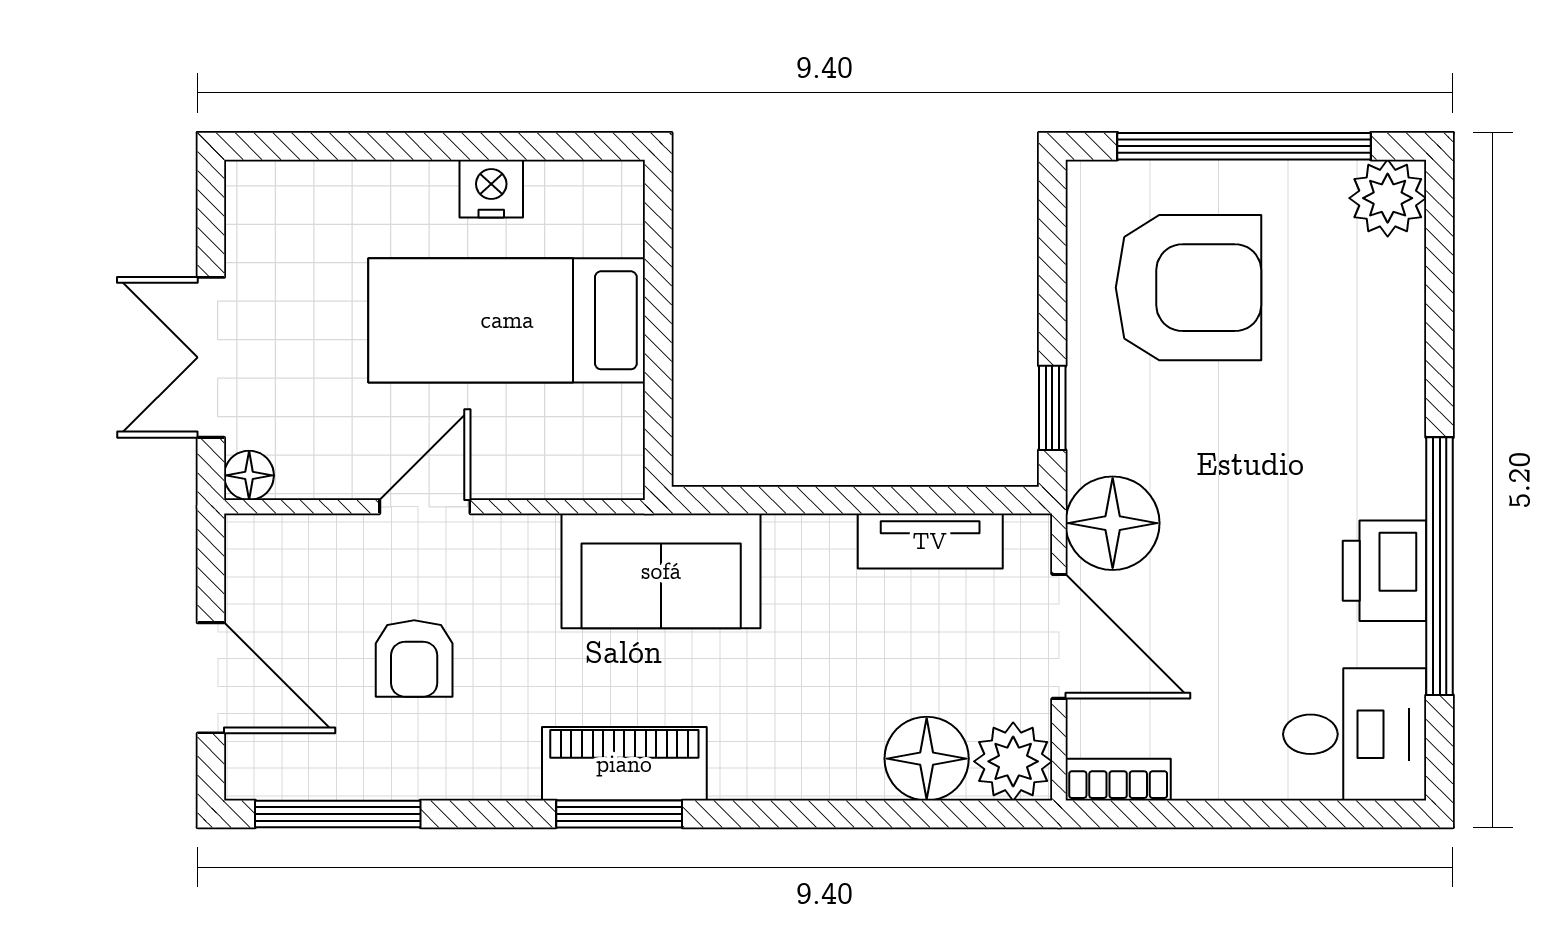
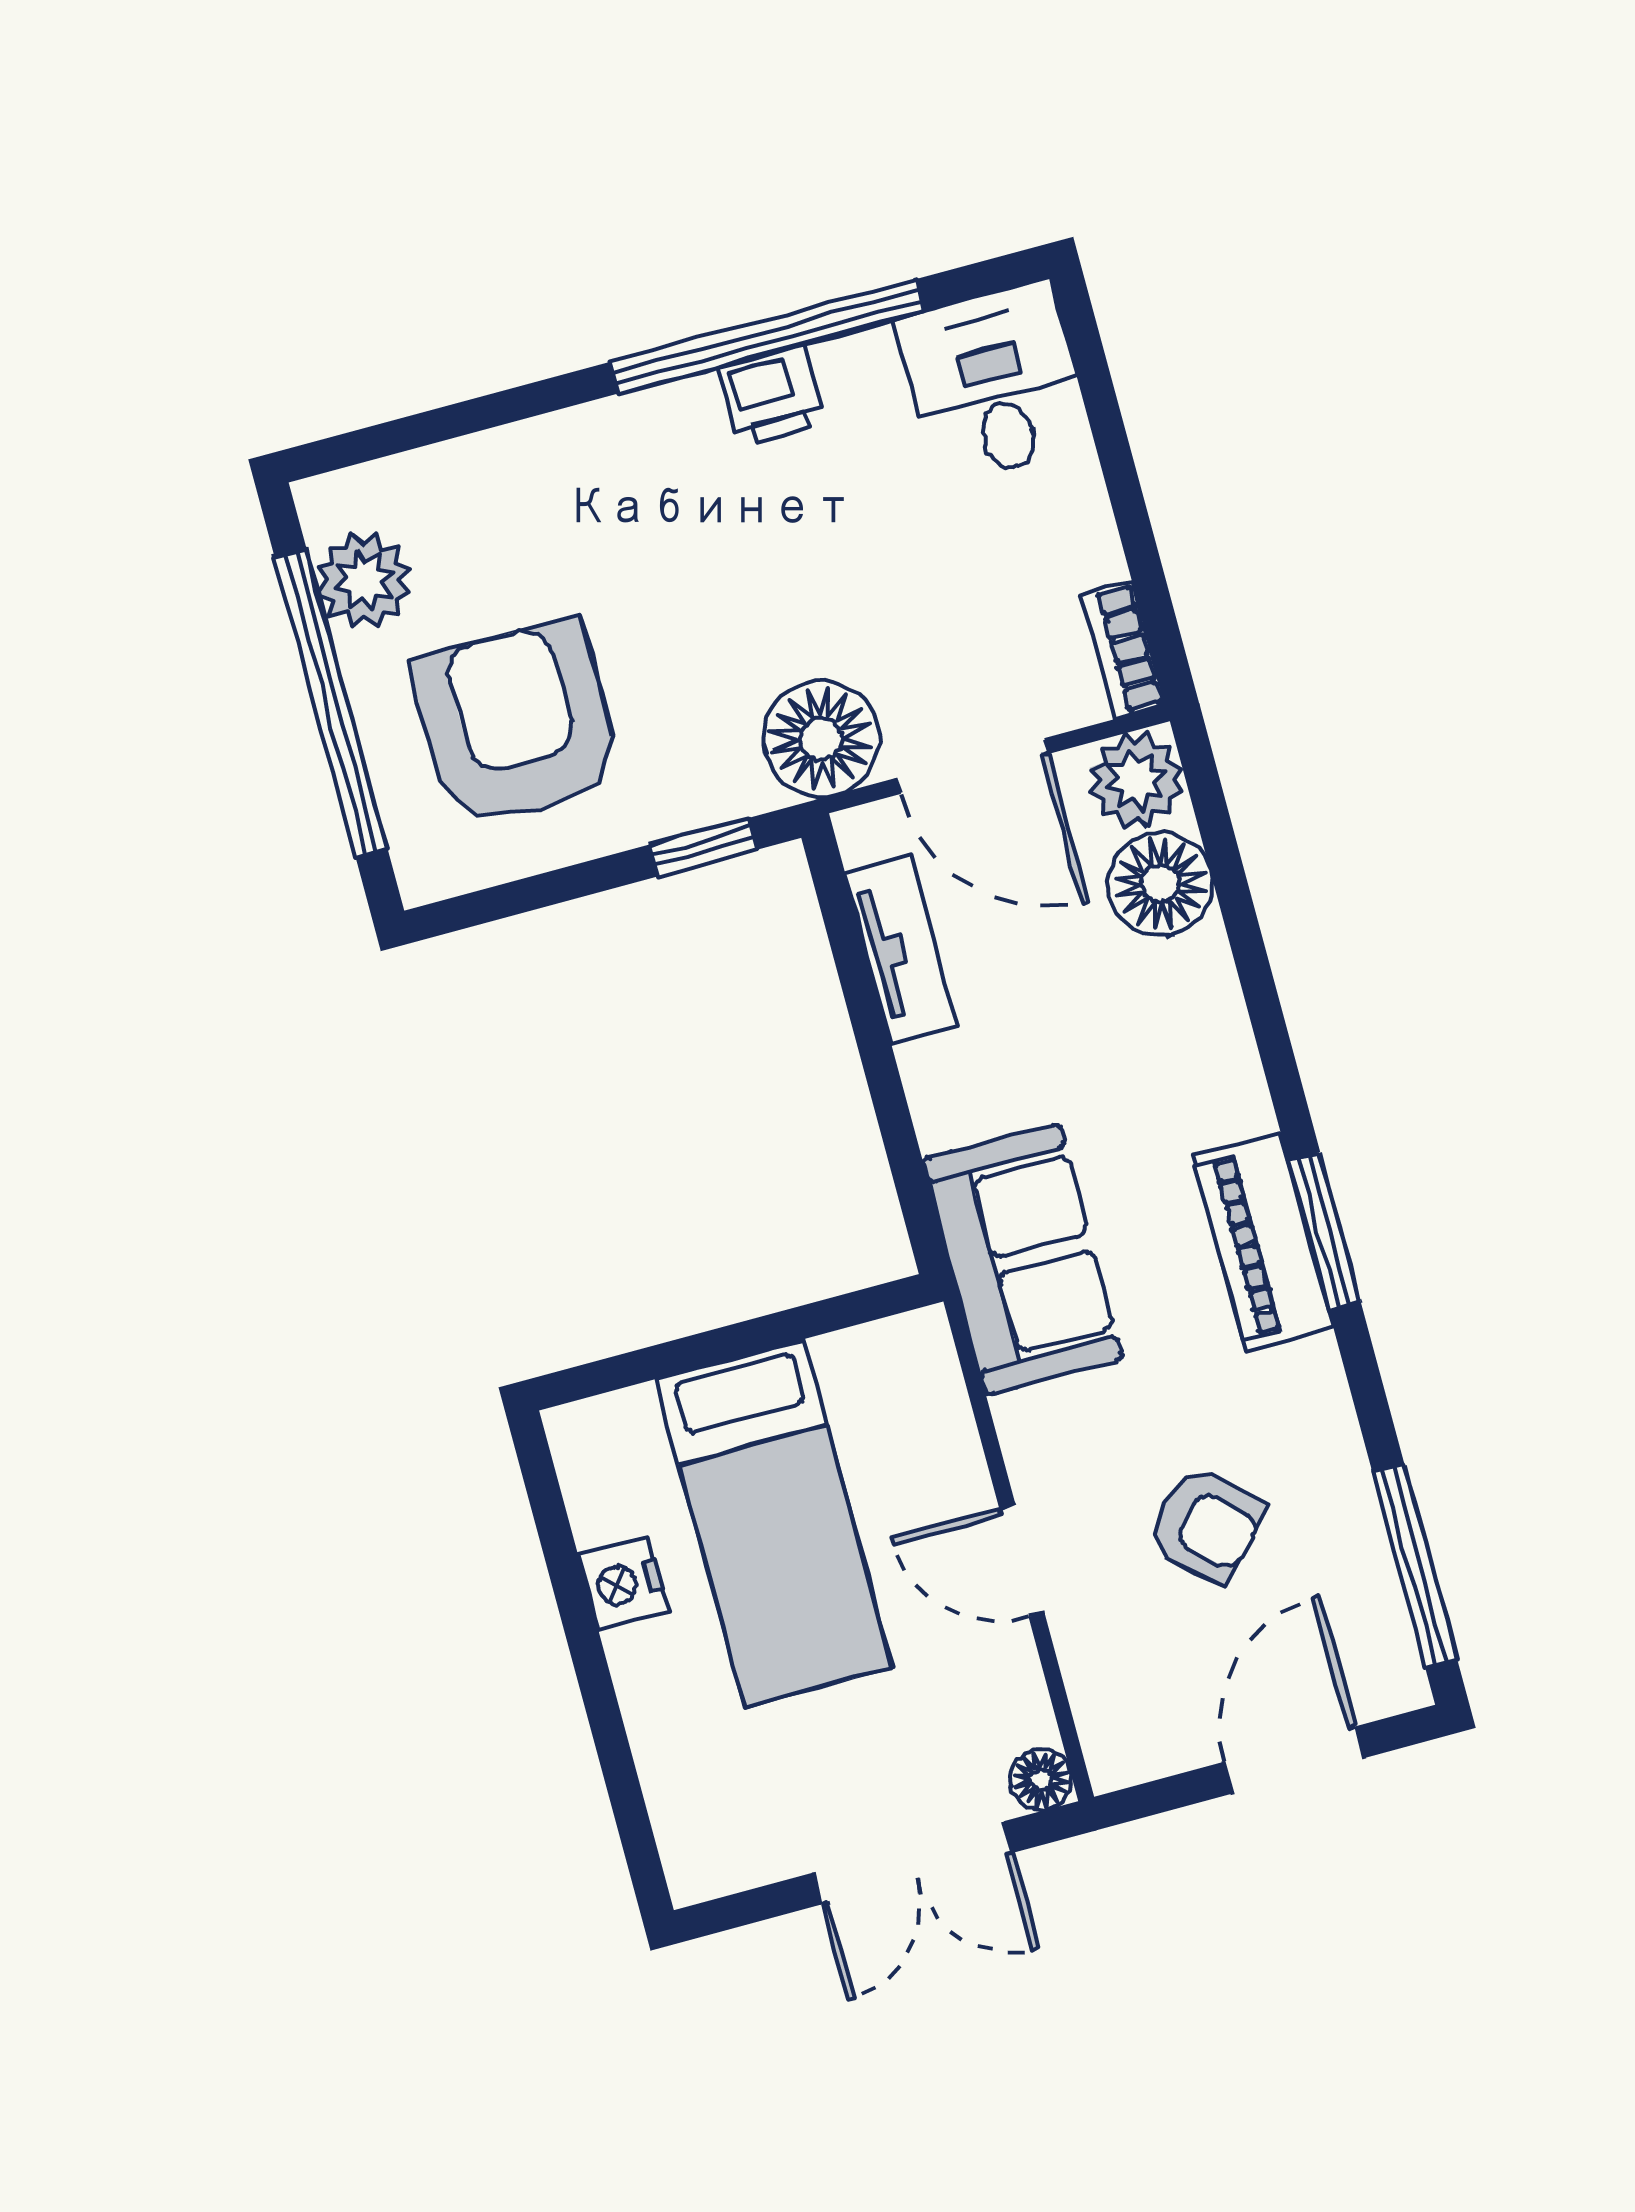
plant: (1388, 198) -> (364, 581), moved
printer: (1385, 571) -> (772, 395), width x0.73, depth x0.81
door: (1059, 636) -> (973, 766), swing flipped
armchair: (414, 658) -> (1206, 1525), turned 43

